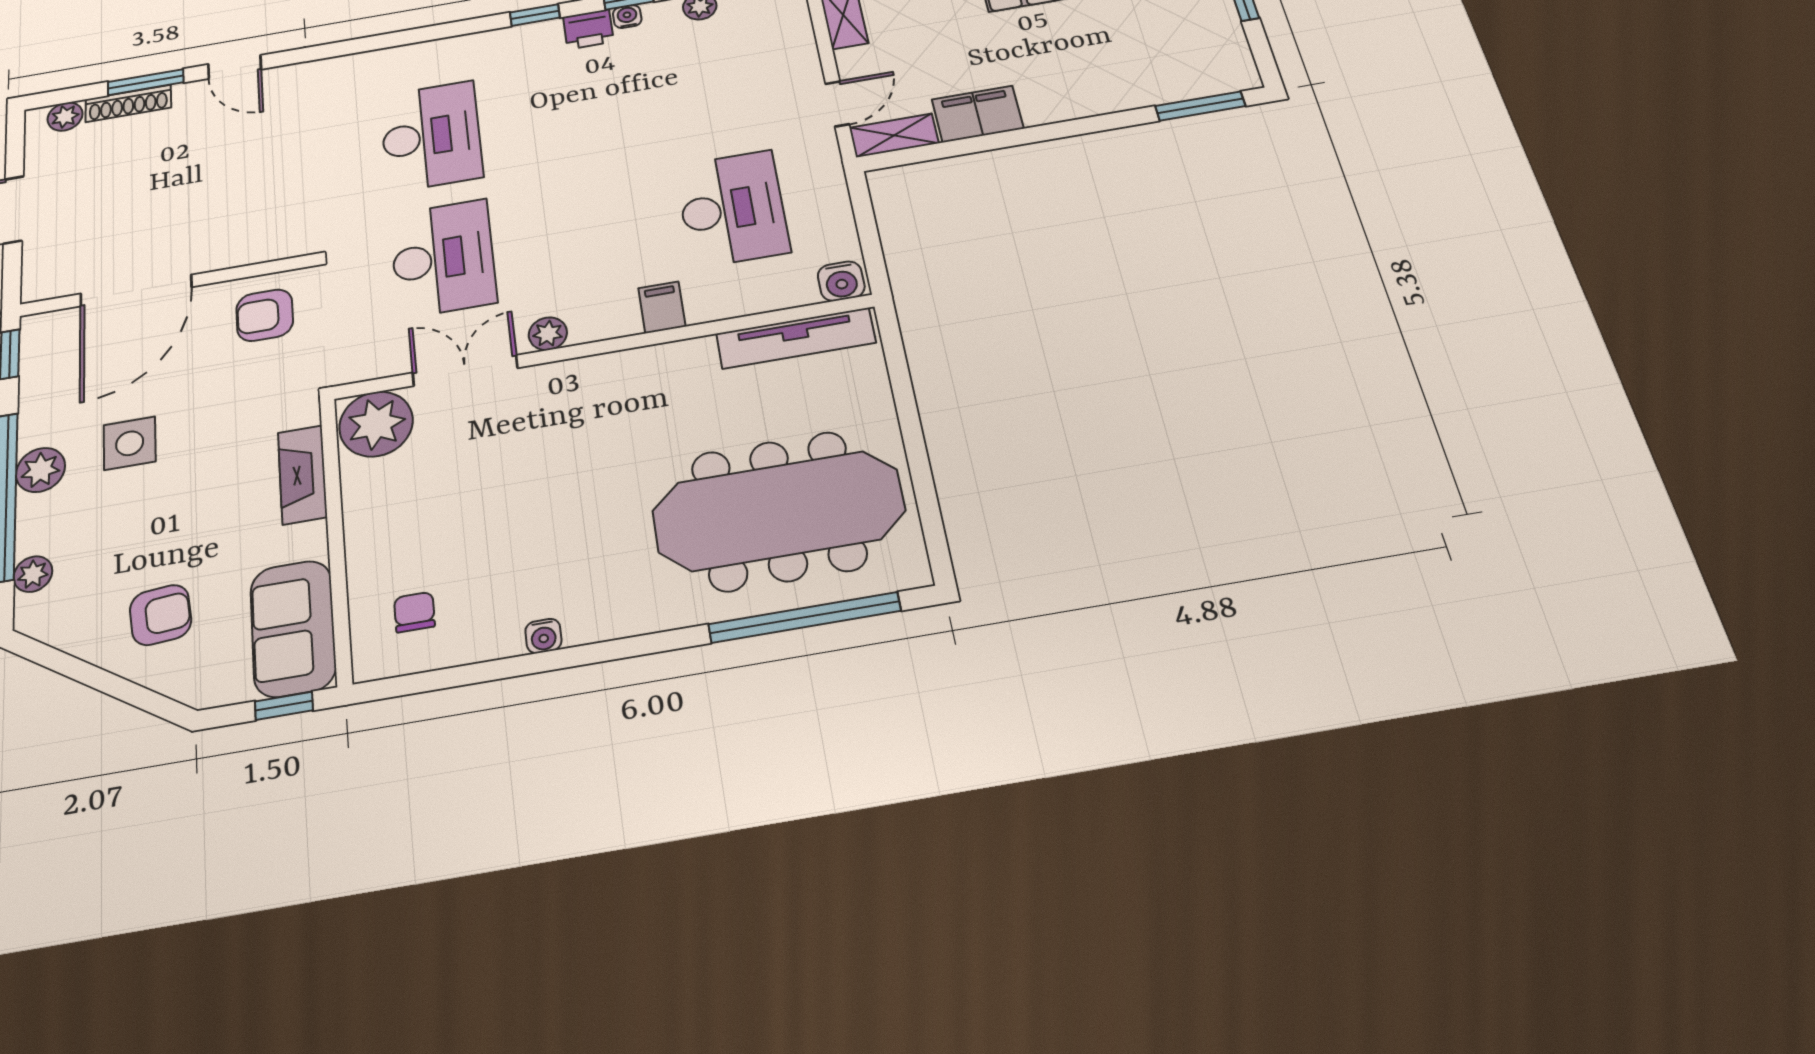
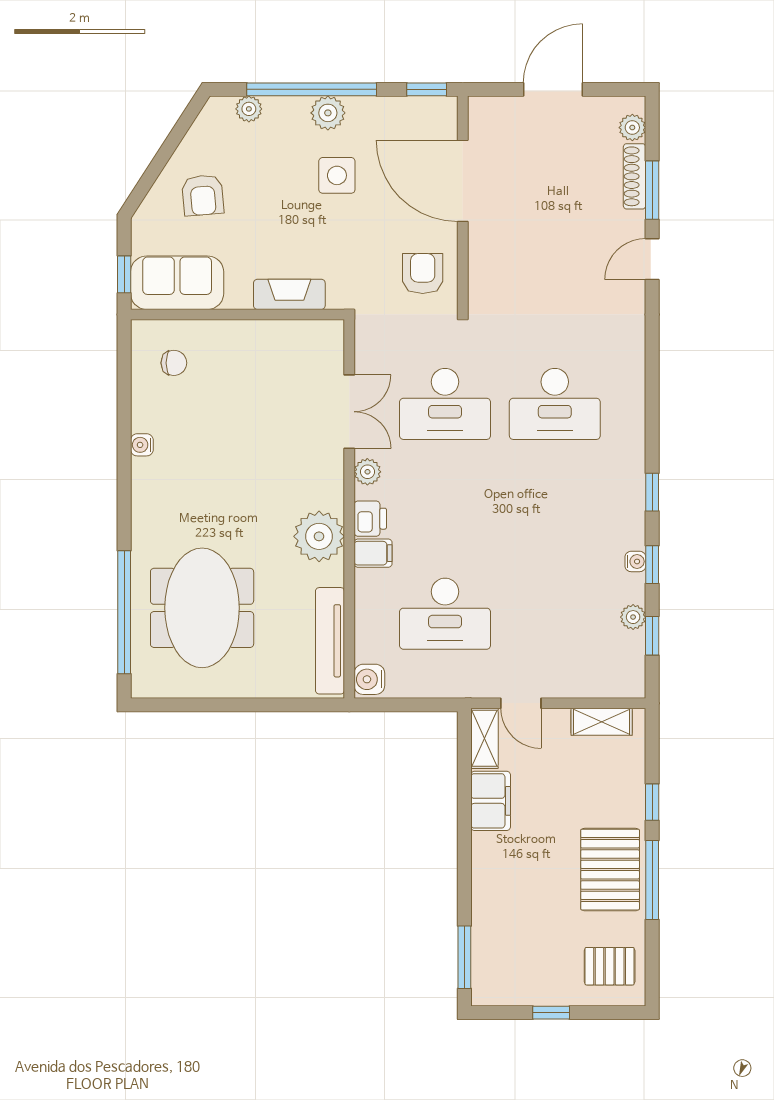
printer: (588, 29) -> (370, 519), moved, turned 180
plant: (376, 424) -> (319, 536), moved
meeting table: (778, 511) -> (202, 608), width x0.73

